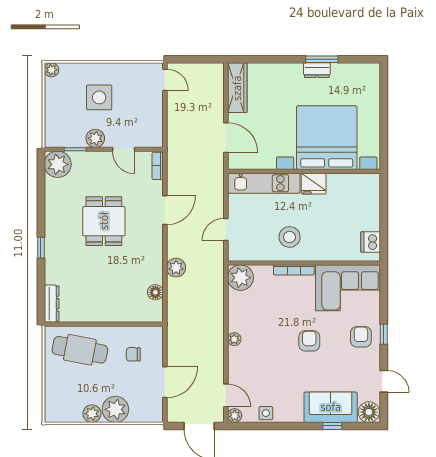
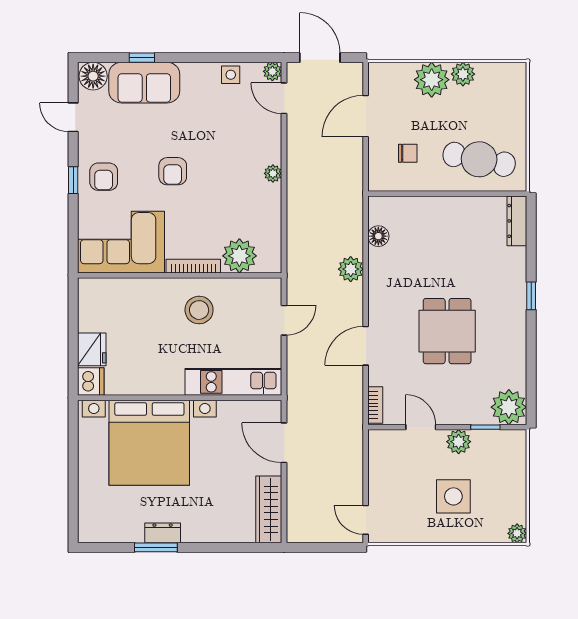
fridge: (314, 184) -> (92, 349), moved, turned 90
dishwasher: (371, 242) -> (91, 382), moved
plant: (241, 278) -> (239, 256), moved

